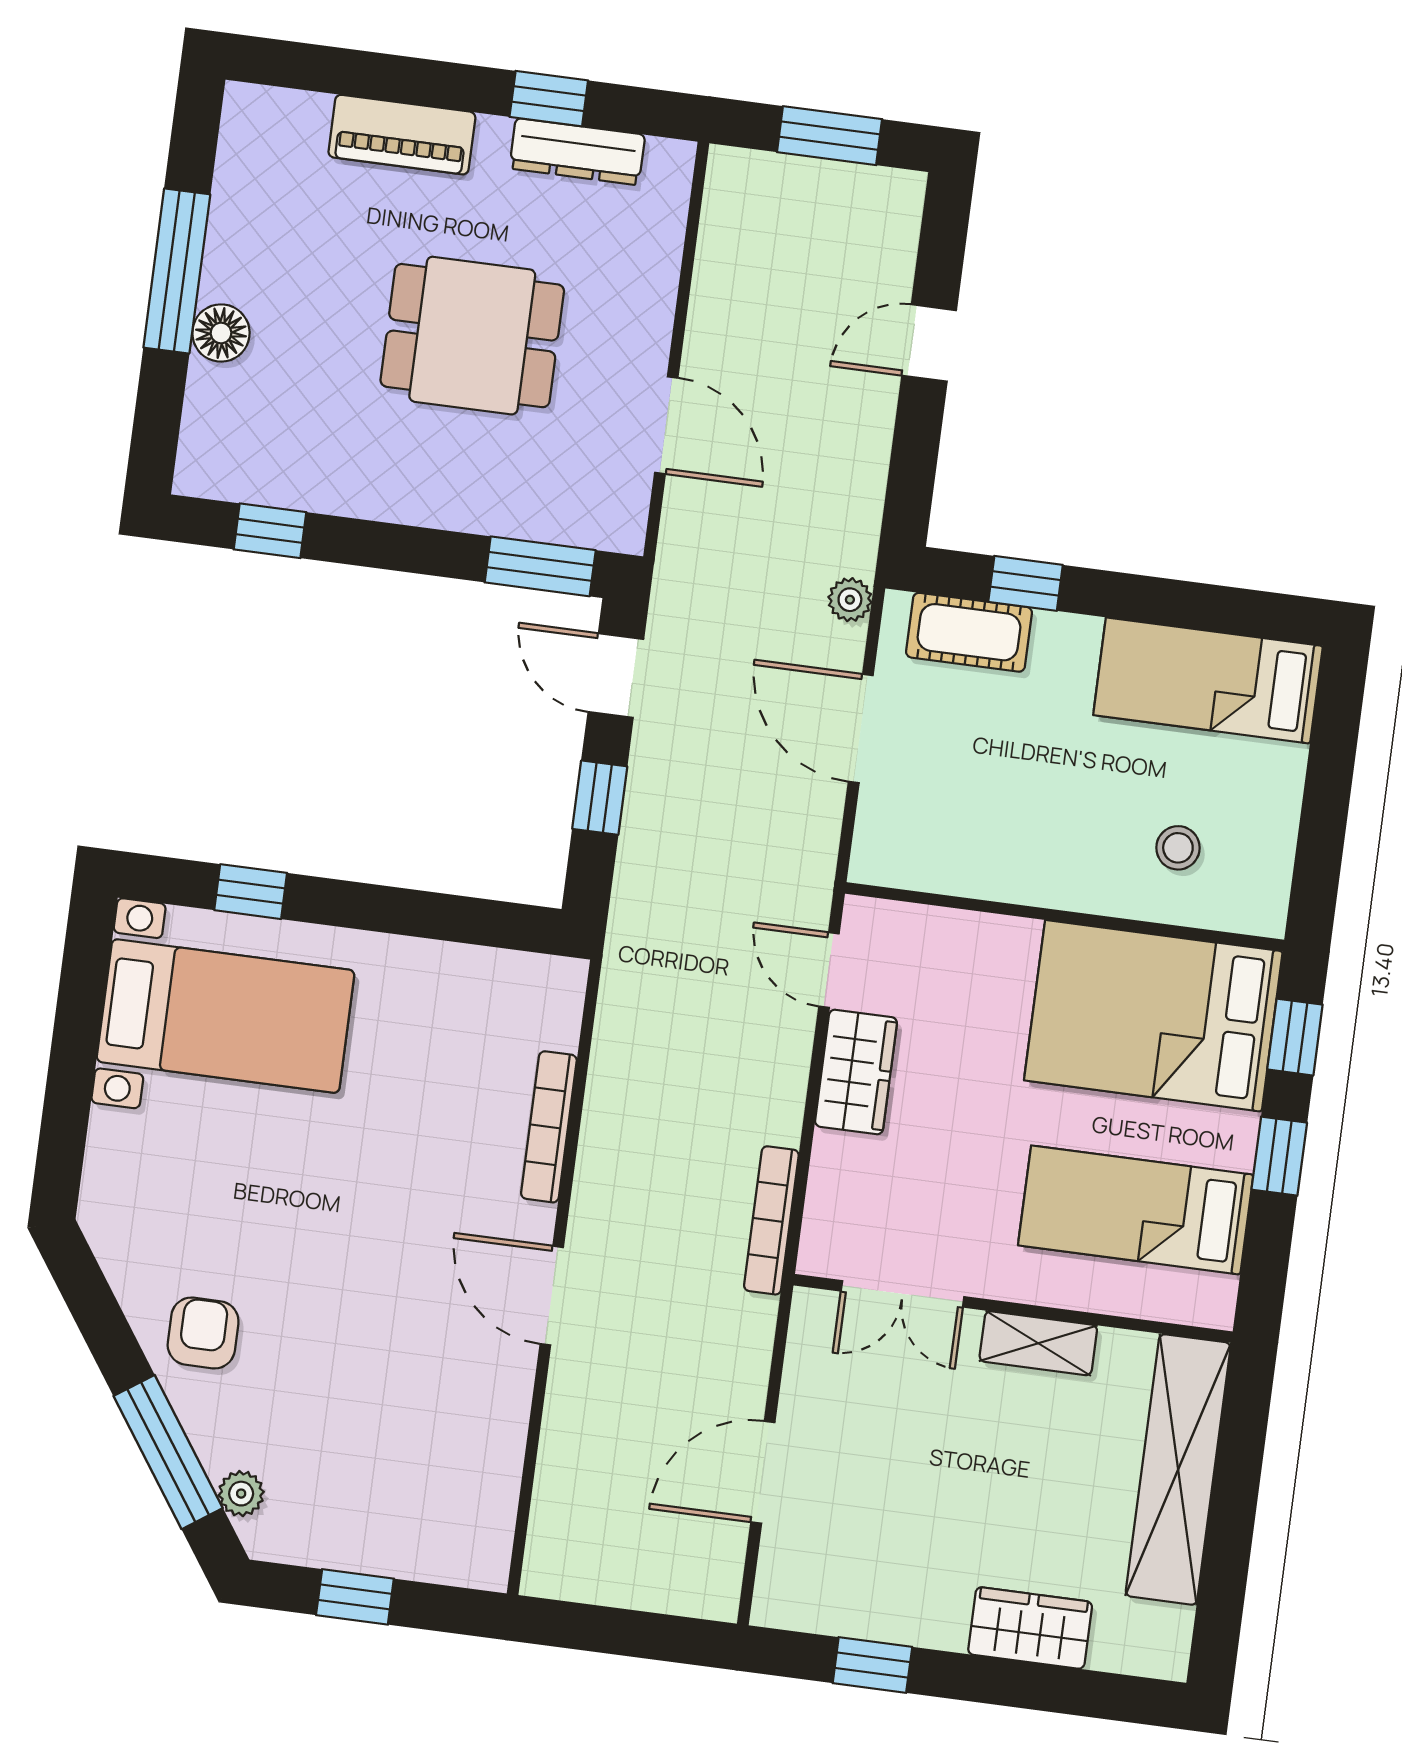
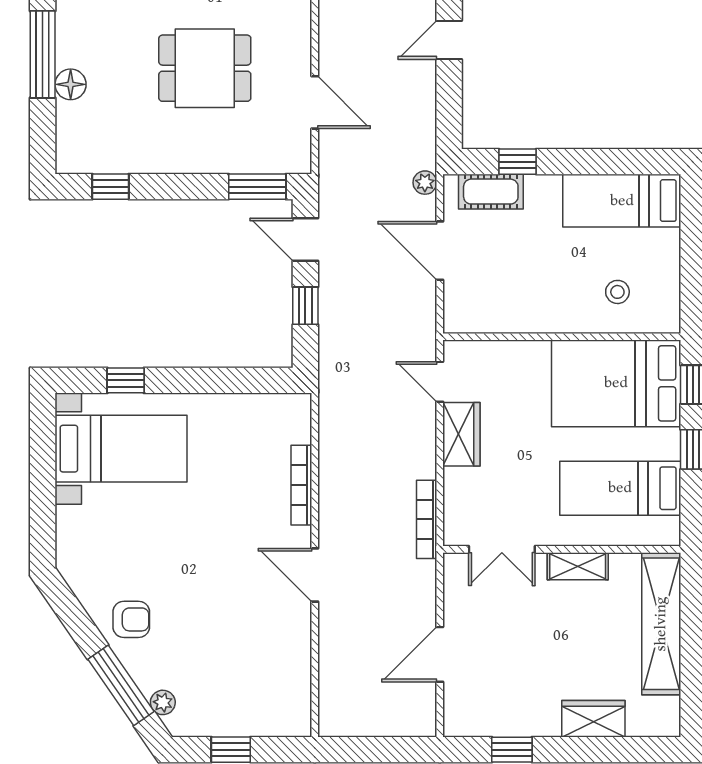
armchair: (203, 1333) -> (131, 619), turned 90

